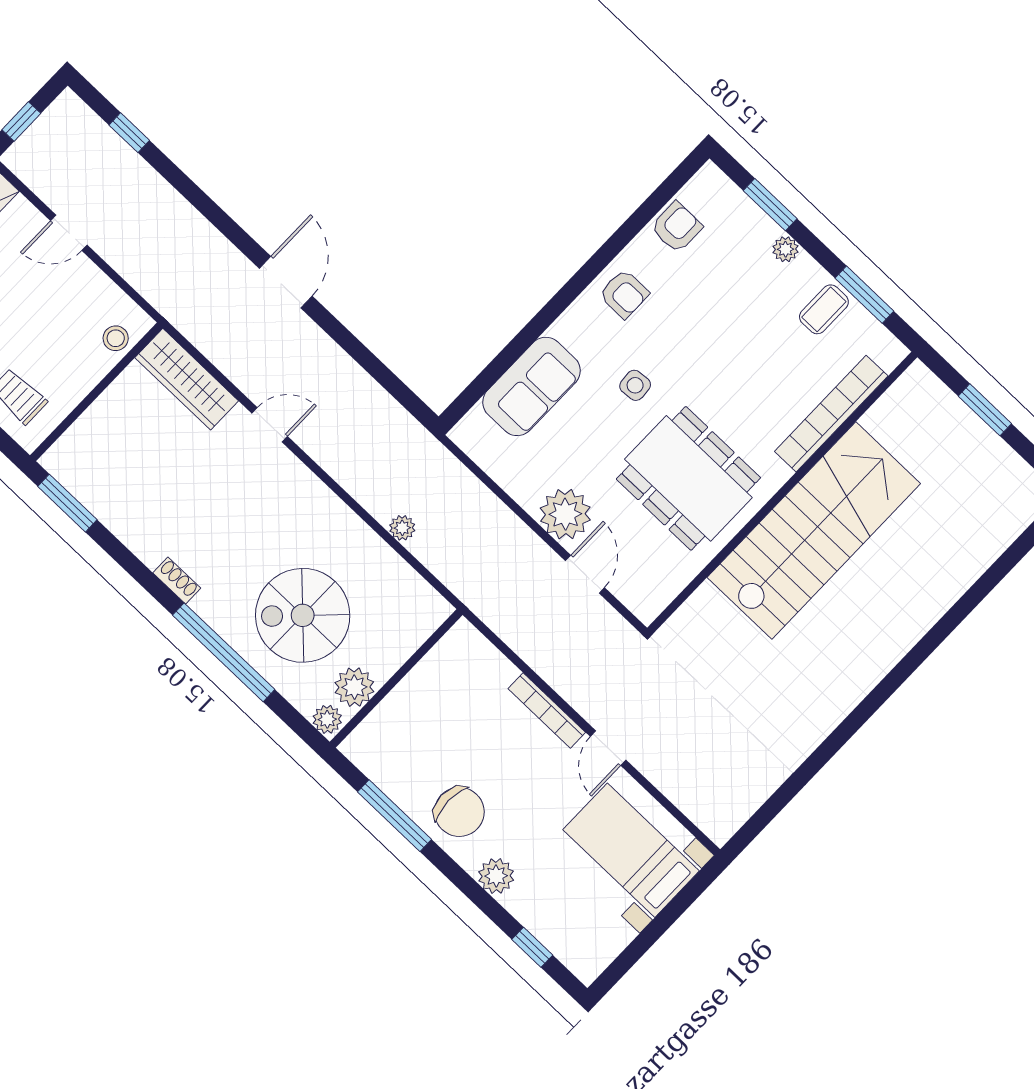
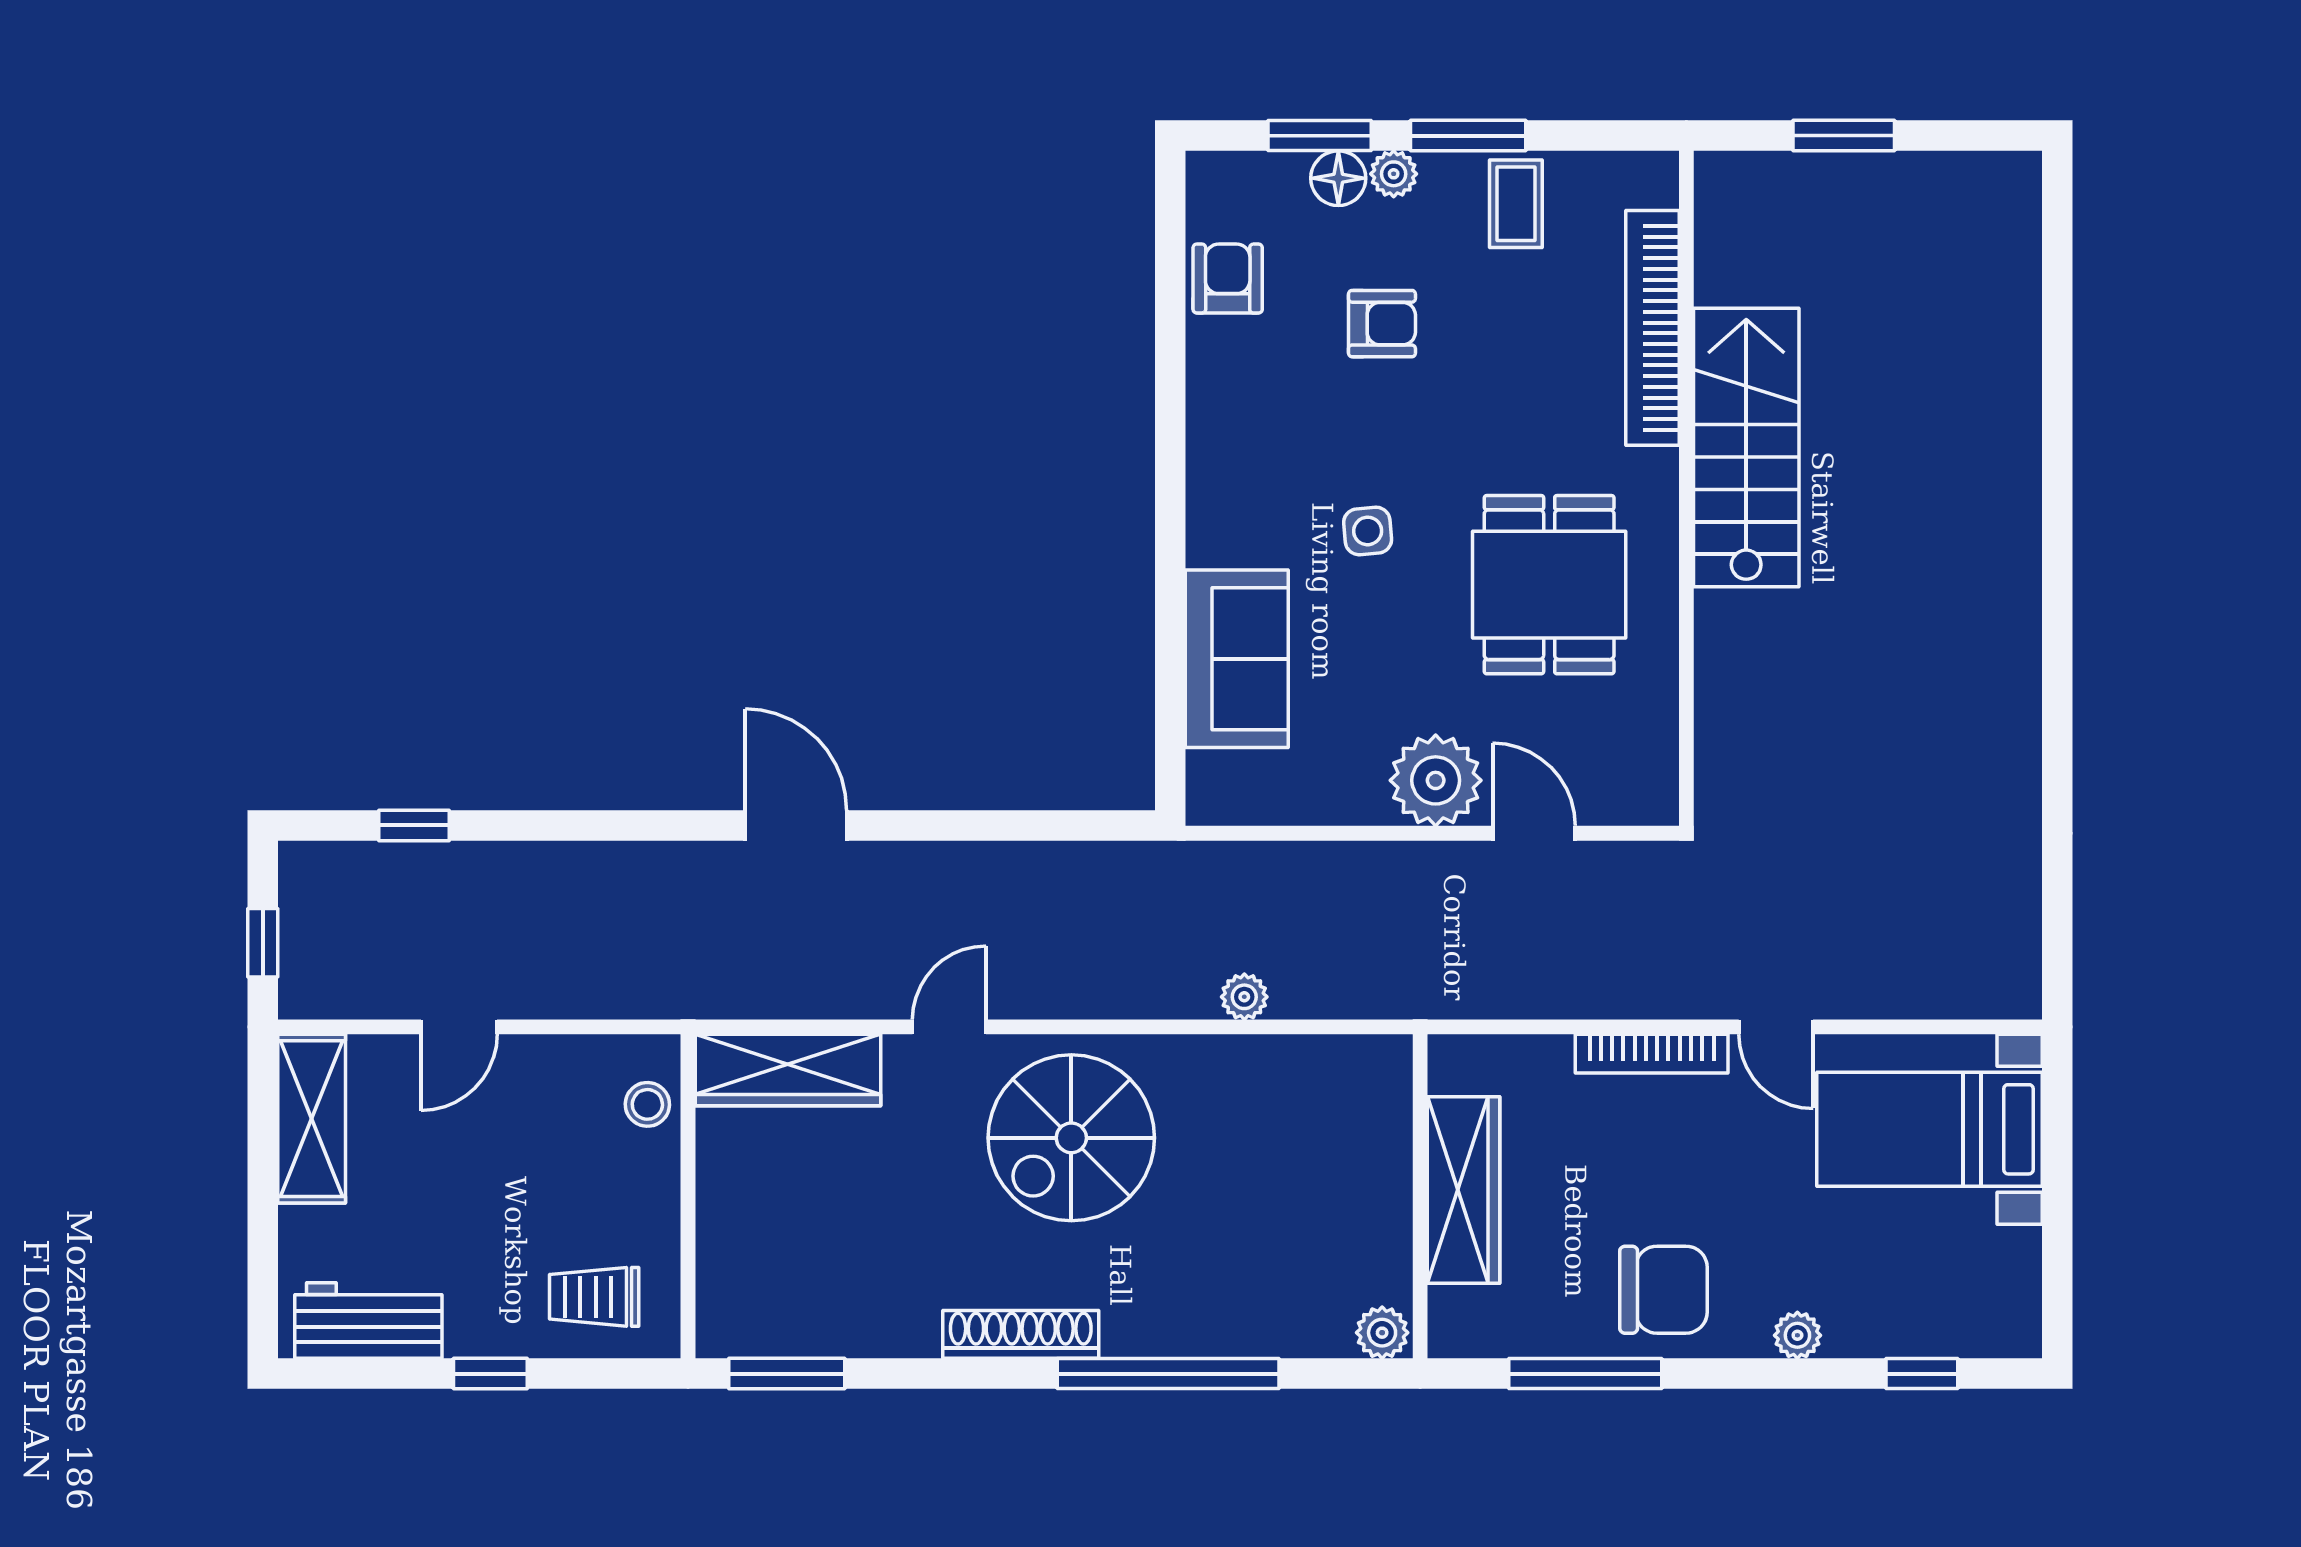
floor lamp: (761, 229) -> (1338, 178), added
armchair: (624, 294) -> (1382, 324), moved
window: (864, 295) -> (1468, 136), moved
dining table: (688, 478) -> (1549, 585), width x0.73
stairs: (814, 531) -> (1746, 448), width x0.73, depth x0.66
shoe rack: (177, 580) -> (1021, 1334), width x1.94, depth x1.24
spiral stairs: (303, 615) -> (1071, 1138), moved
plant: (354, 687) -> (1377, 1259), removed
wardrobe: (416, 693) -> (1463, 1190), added
plant: (496, 876) -> (1797, 1335), width x0.73, depth x0.73

